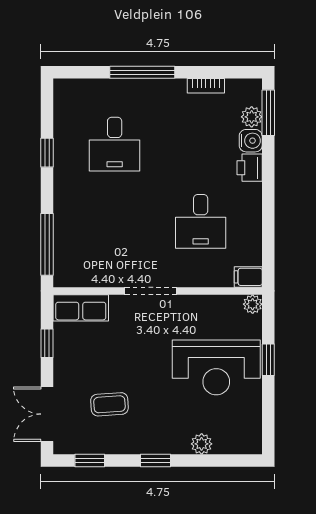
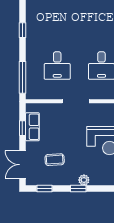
desk: (115, 144) -> (57, 66), moved
row of seats: (81, 308) -> (32, 127), moved, turned -90
plant: (202, 444) -> (84, 180), moved

